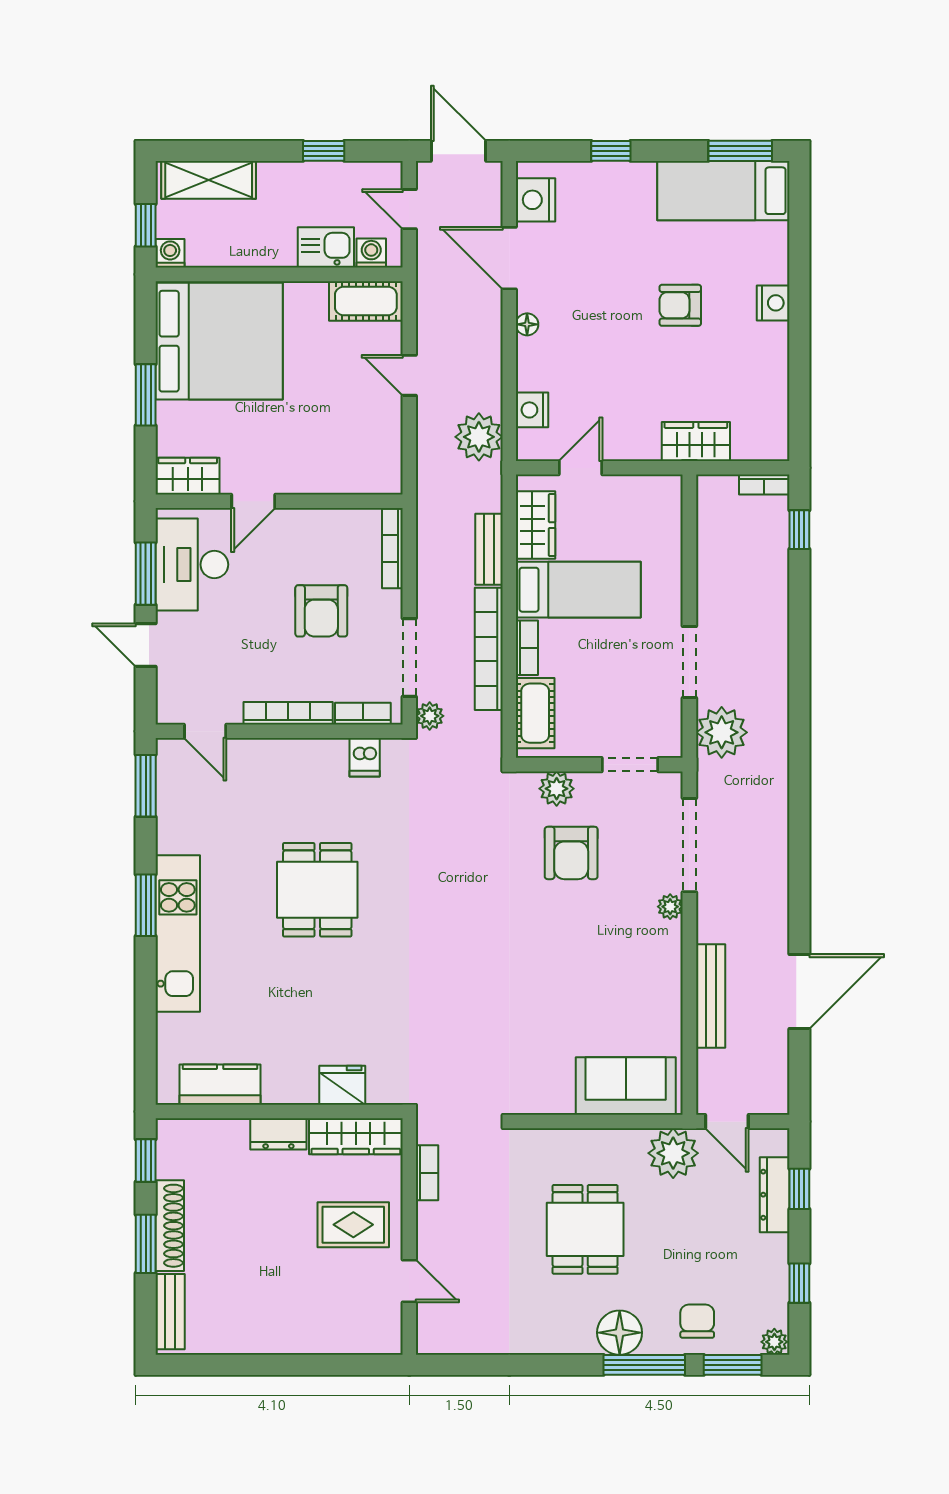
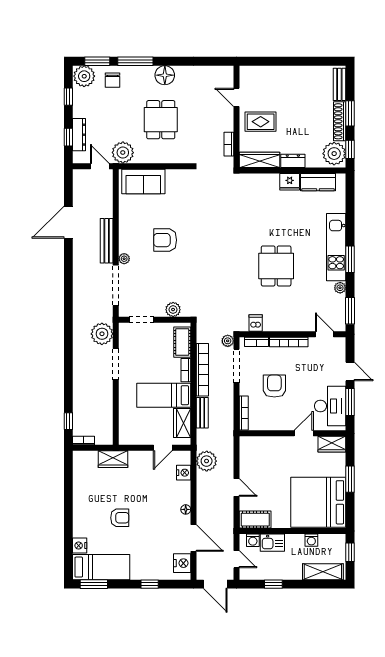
washing machine: (170, 253) -> (311, 540), moved
nightstand: (773, 303) -> (80, 546), moved
plant: (169, 839) -> (340, 288), added
armchair: (571, 853) -> (165, 240), moved, turned -90
bench: (711, 996) -> (107, 241), moved
fridge: (342, 1085) -> (290, 182), moved
plant: (182, 1151) -> (334, 154), added
floor lamp: (620, 1333) -> (165, 75), moved
plant: (774, 1342) -> (84, 76), width x1.88, depth x1.88

